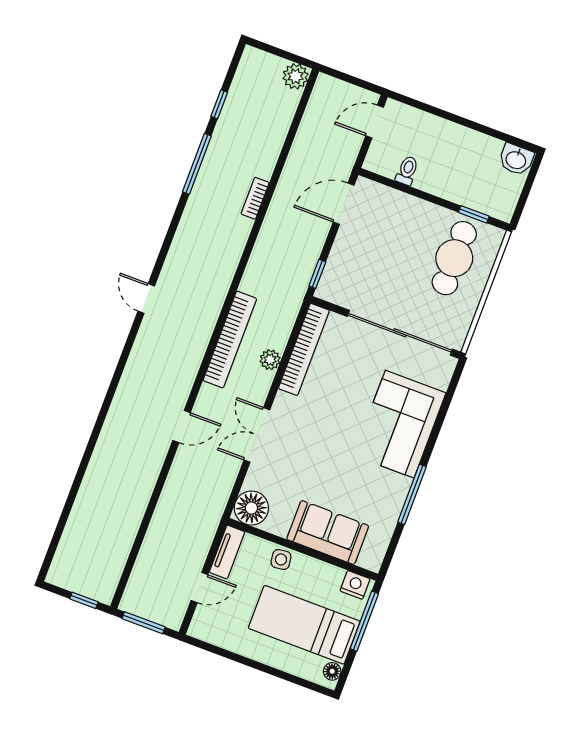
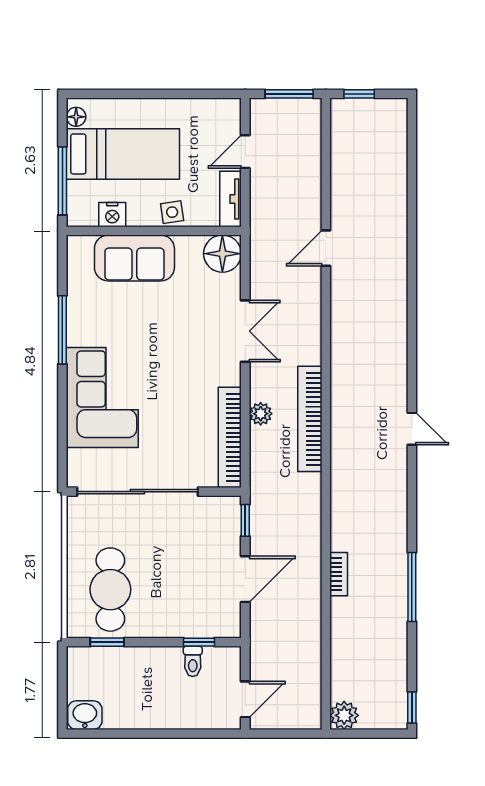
window: (219, 104) -> (412, 708), moved
window: (396, 185) -> (199, 642), added
door: (344, 204) -> (245, 579), moved
door: (182, 427) -> (326, 248), moved
nightstand: (355, 585) -> (112, 215), moved

